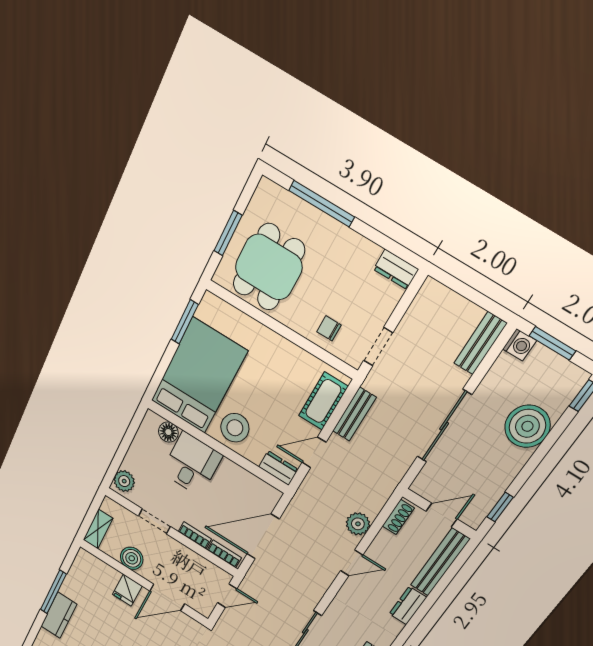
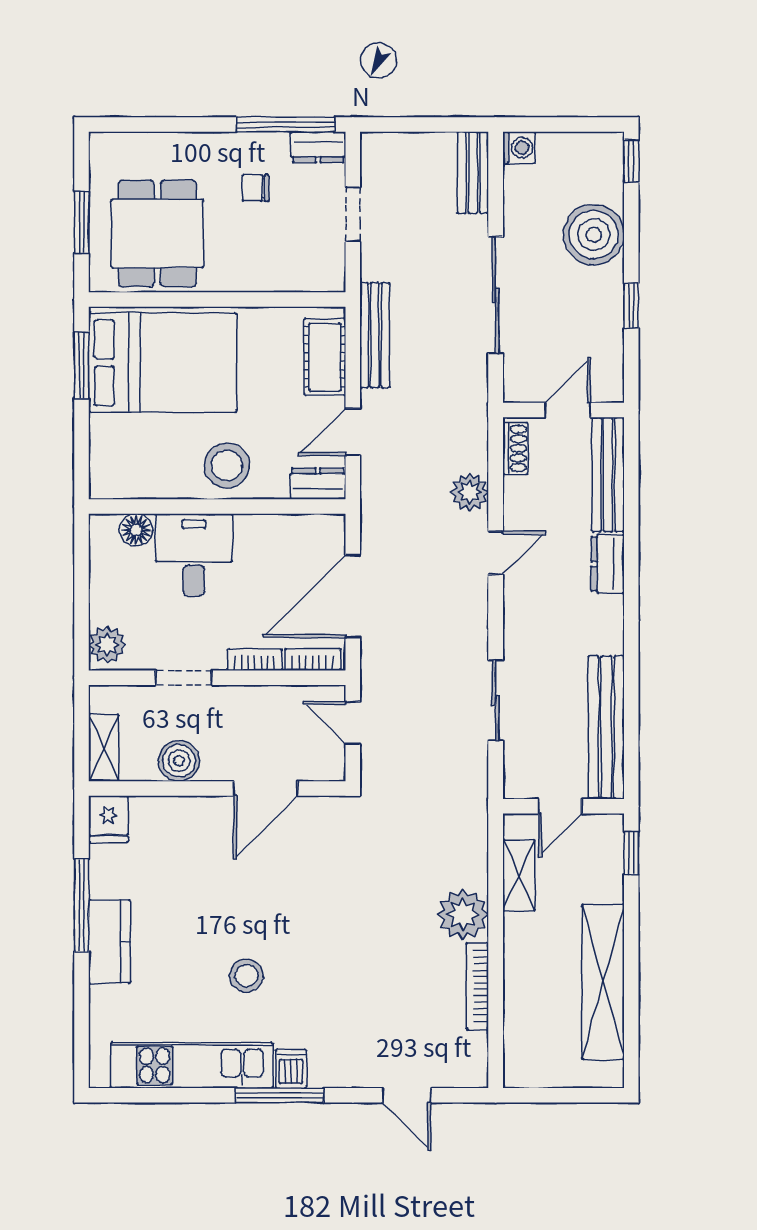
window: (322, 204) -> (286, 125), moved
chair: (329, 328) -> (255, 188), moved
window: (552, 343) -> (555, 125), removed
doorway: (378, 347) -> (353, 214), moved
bed: (199, 376) -> (163, 363), moved, turned 90
bench: (354, 414) -> (375, 335), width x1.36
window: (500, 507) -> (631, 305), moved
fridge: (127, 590) -> (108, 819), moved
door: (227, 596) -> (353, 723), swing flipped

